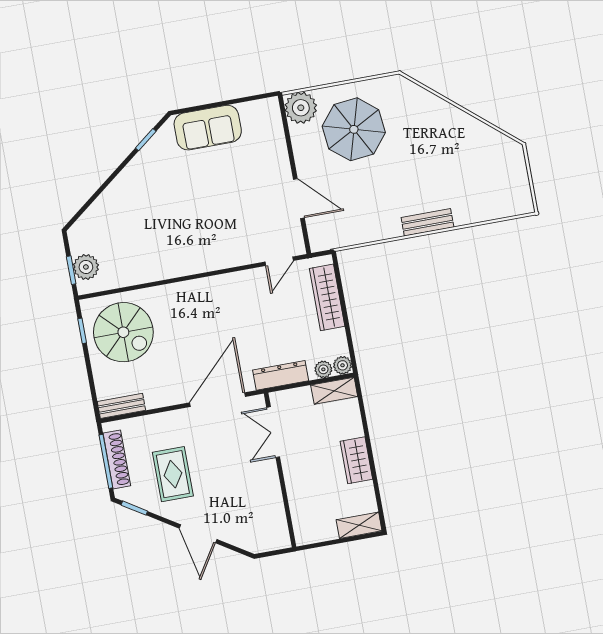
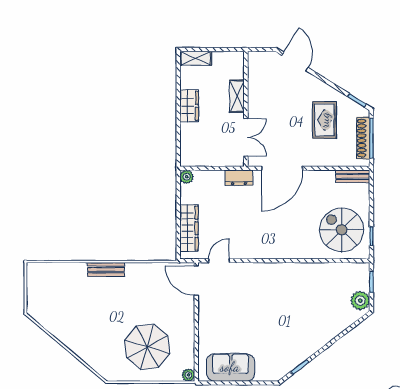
plant: (301, 108) -> (188, 375), width x0.53, depth x0.53
sofa: (208, 128) -> (230, 367), moved
door: (299, 199) -> (196, 281), moved
plant: (86, 267) -> (360, 301), moved
plant: (323, 369) -> (201, 176), removed
dresser: (281, 375) -> (239, 178), width x0.70
shelving: (334, 391) -> (237, 96), moved, turned 90
door: (198, 534) -> (295, 61), moved

